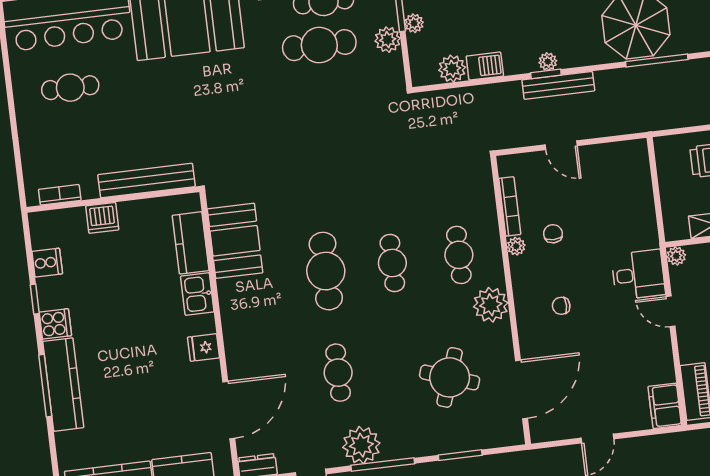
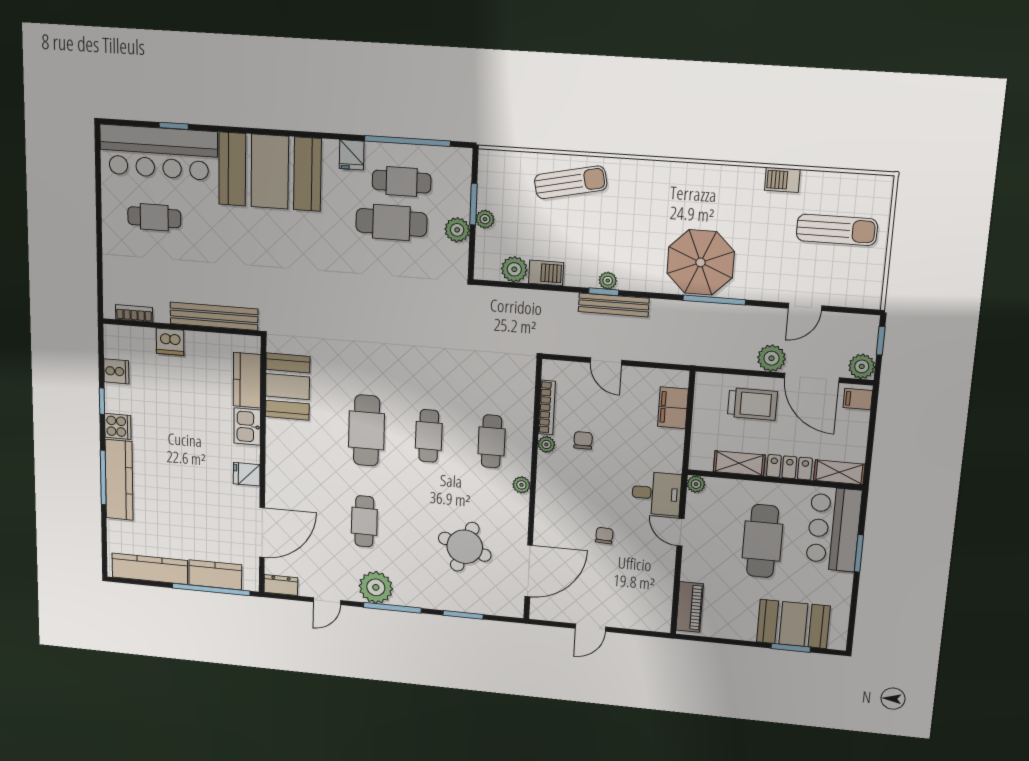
plant: (491, 305) -> (521, 485), width x0.53, depth x0.53
chair: (561, 306) -> (604, 536), moved, turned 93
filing cabinet: (665, 406) -> (673, 408), moved

